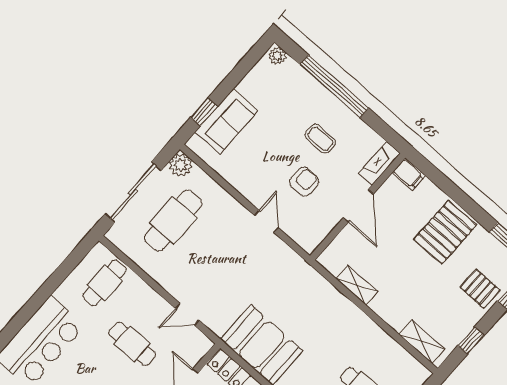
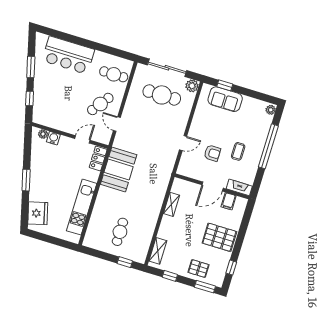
filing cabinet: (409, 174) -> (229, 201), moved
pallet: (480, 289) -> (198, 269), turned 90
cafe table: (132, 344) -> (100, 104), moved, turned 36

